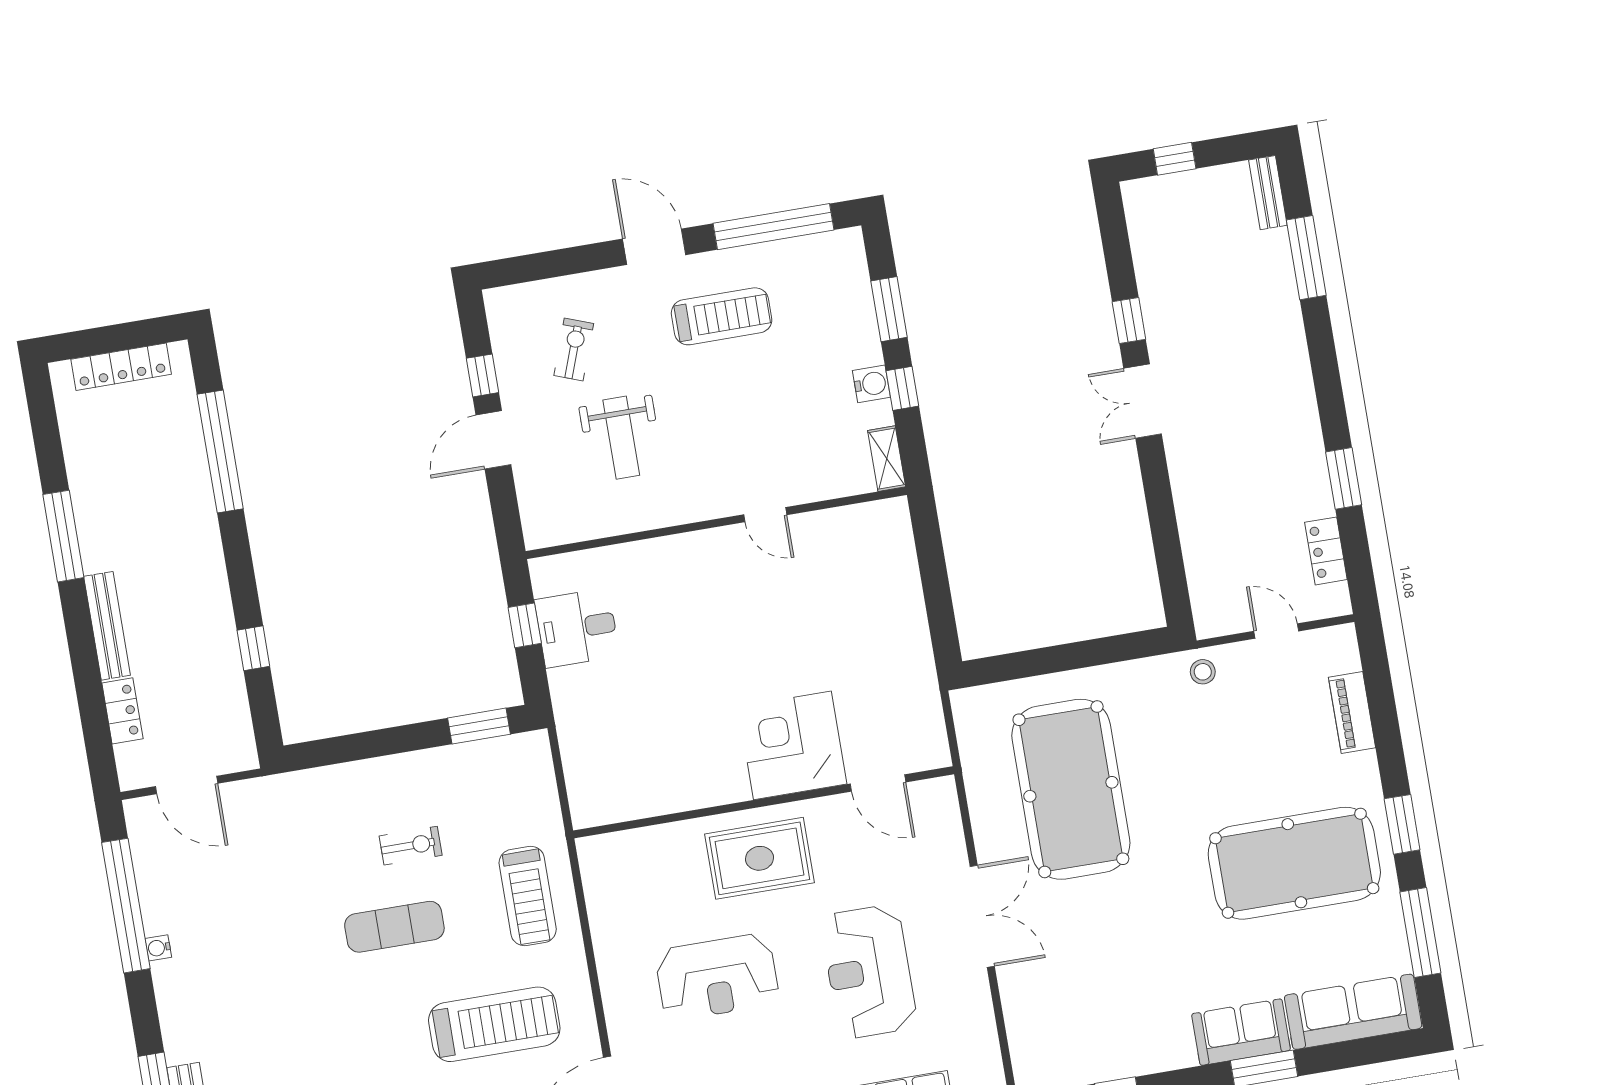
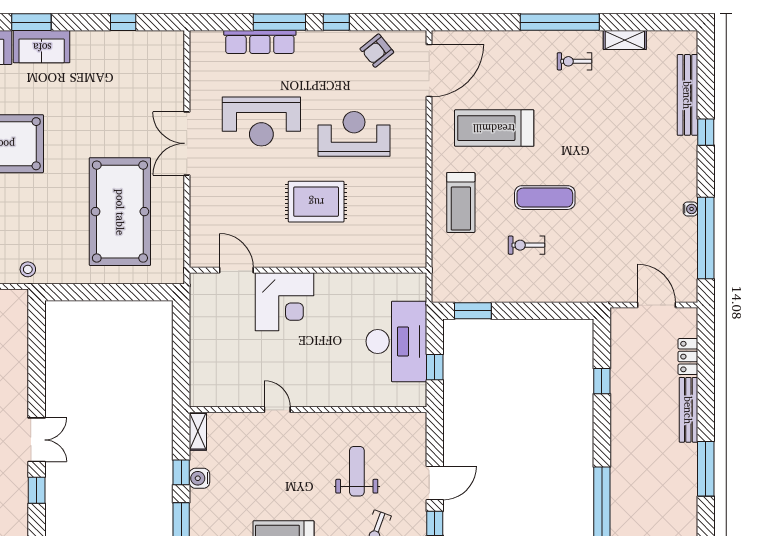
desk: (577, 628) -> (396, 341), width x1.87, depth x1.30
corner desk: (792, 745) -> (285, 302), moved
door: (878, 783) -> (236, 270), moved
wall: (764, 802) -> (308, 270), moved
treadmill: (528, 896) -> (461, 203), turned 180
reception desk: (869, 972) -> (261, 122), turned 90

